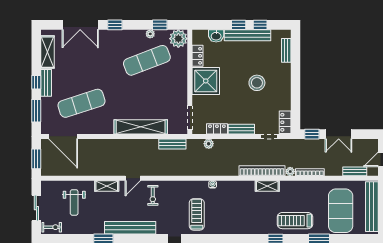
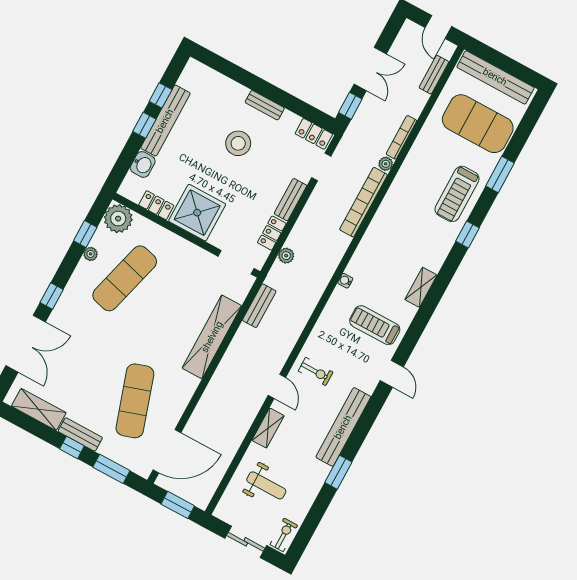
bench: (286, 50) -> (265, 105), moved
exercise mat: (147, 60) -> (125, 278), turned 36
shelving: (267, 186) -> (421, 287), moved

